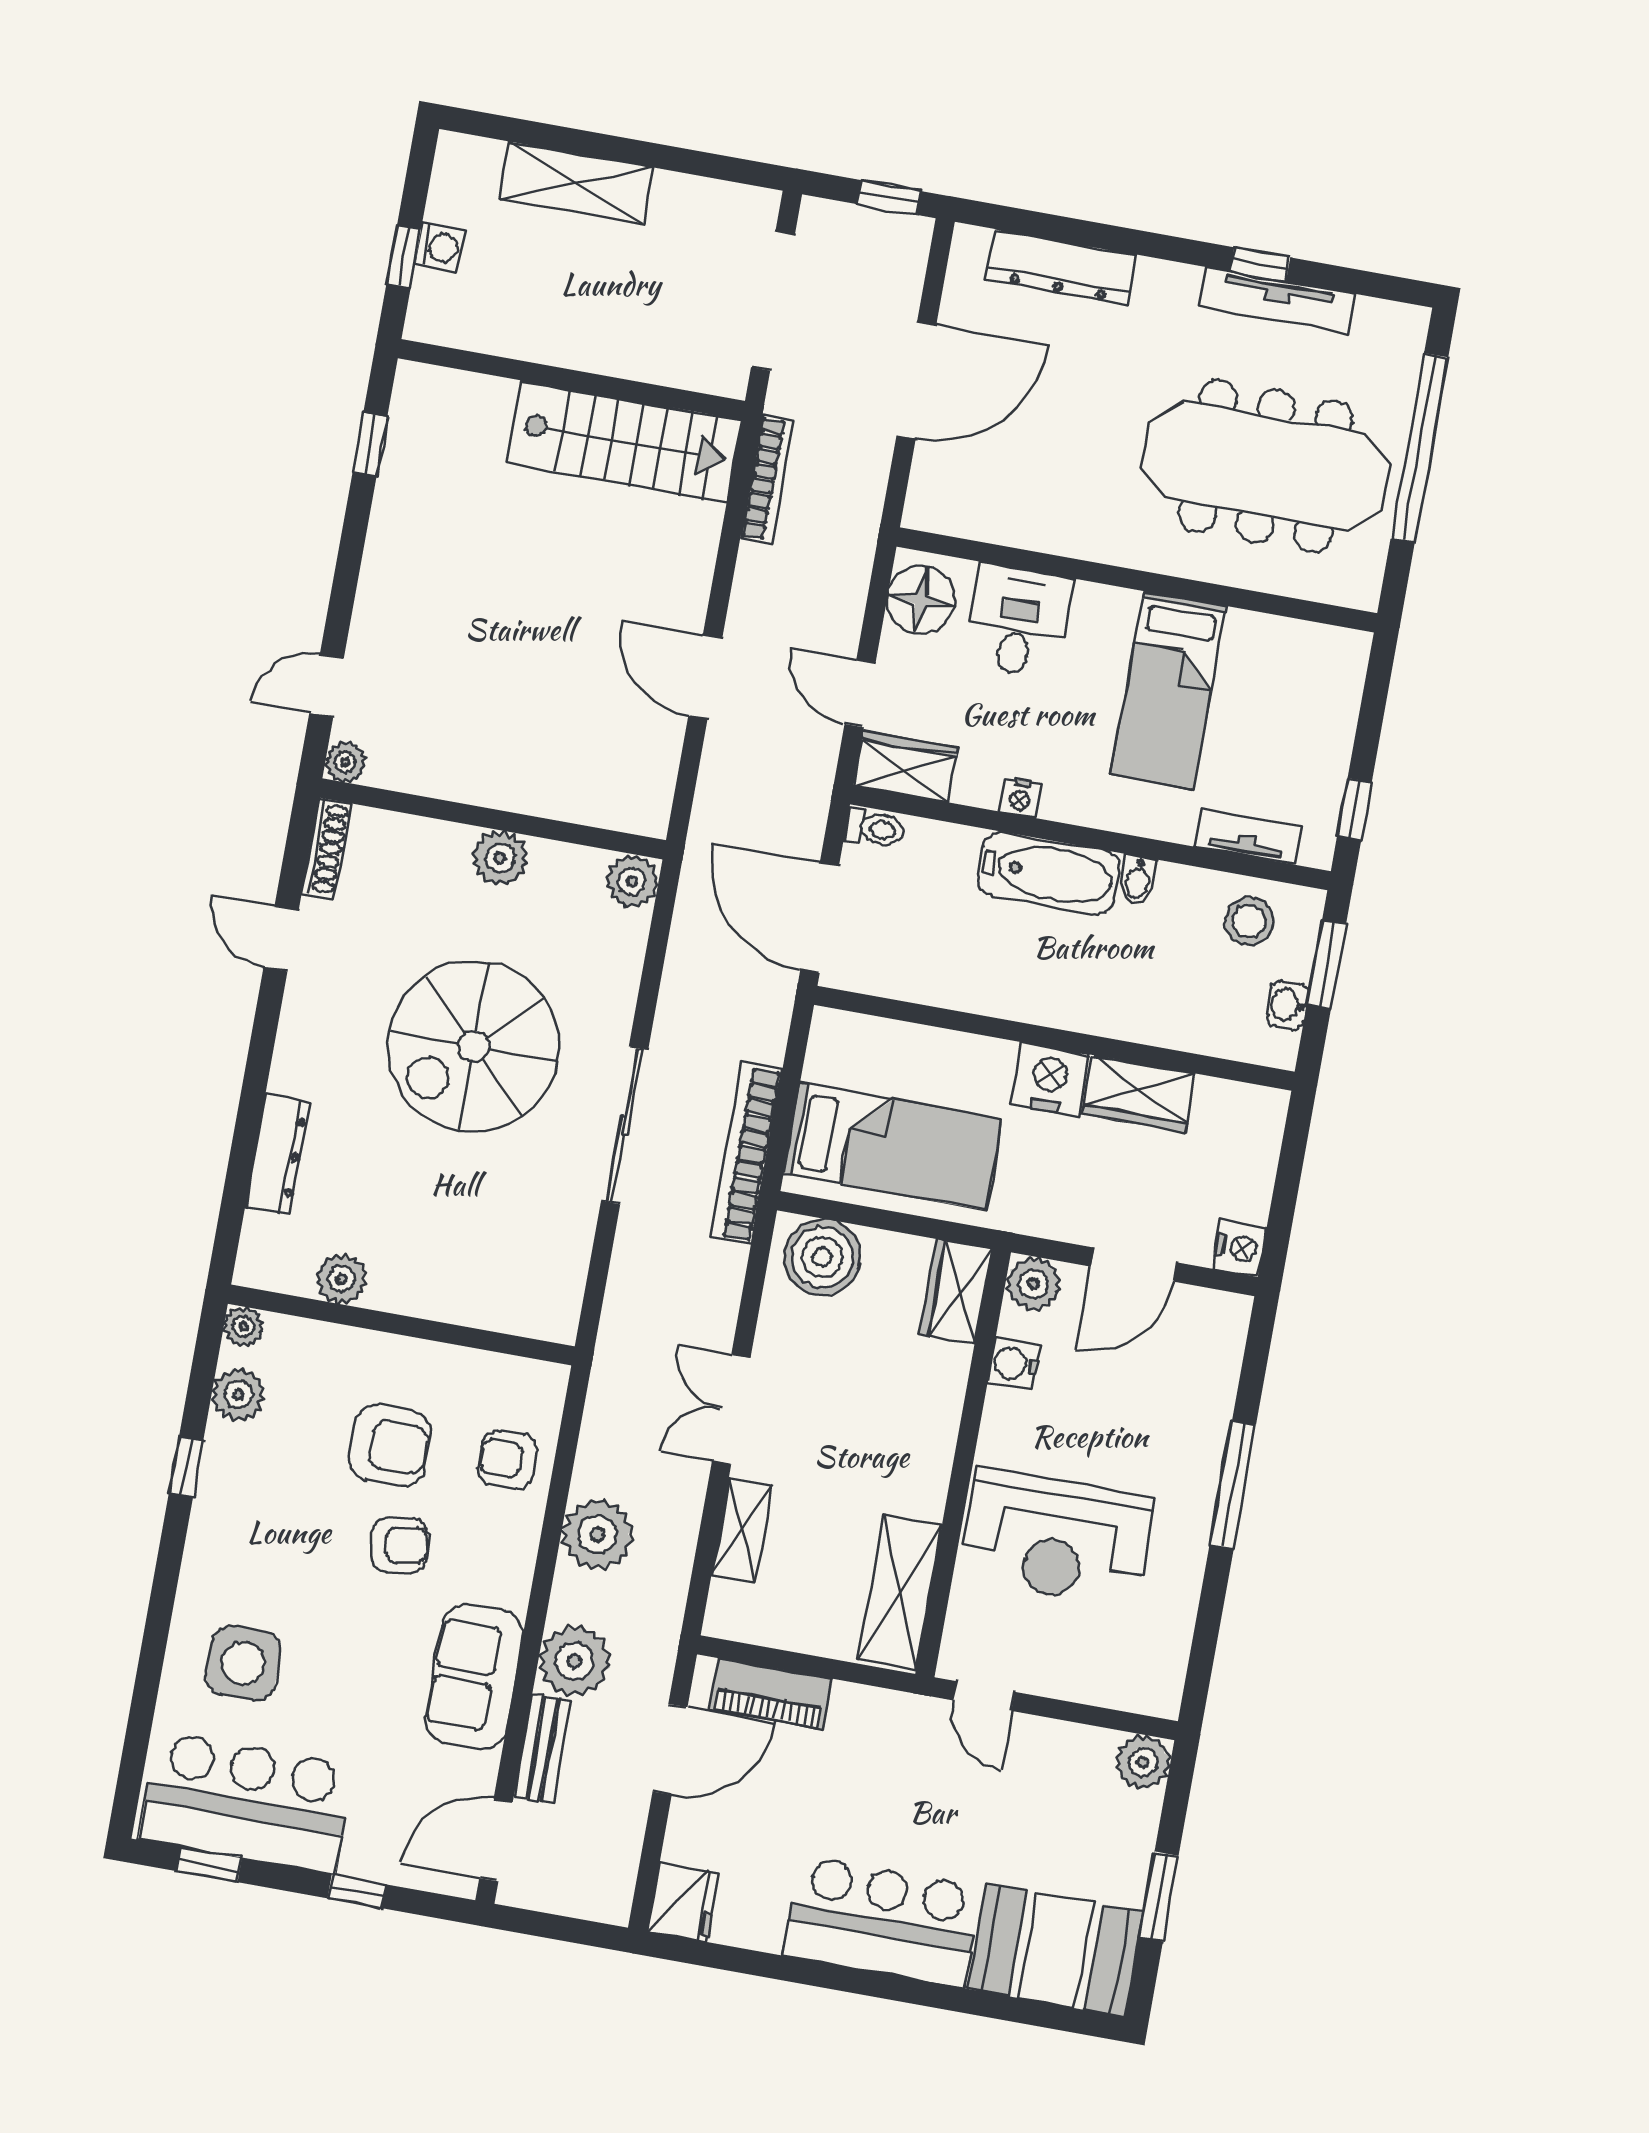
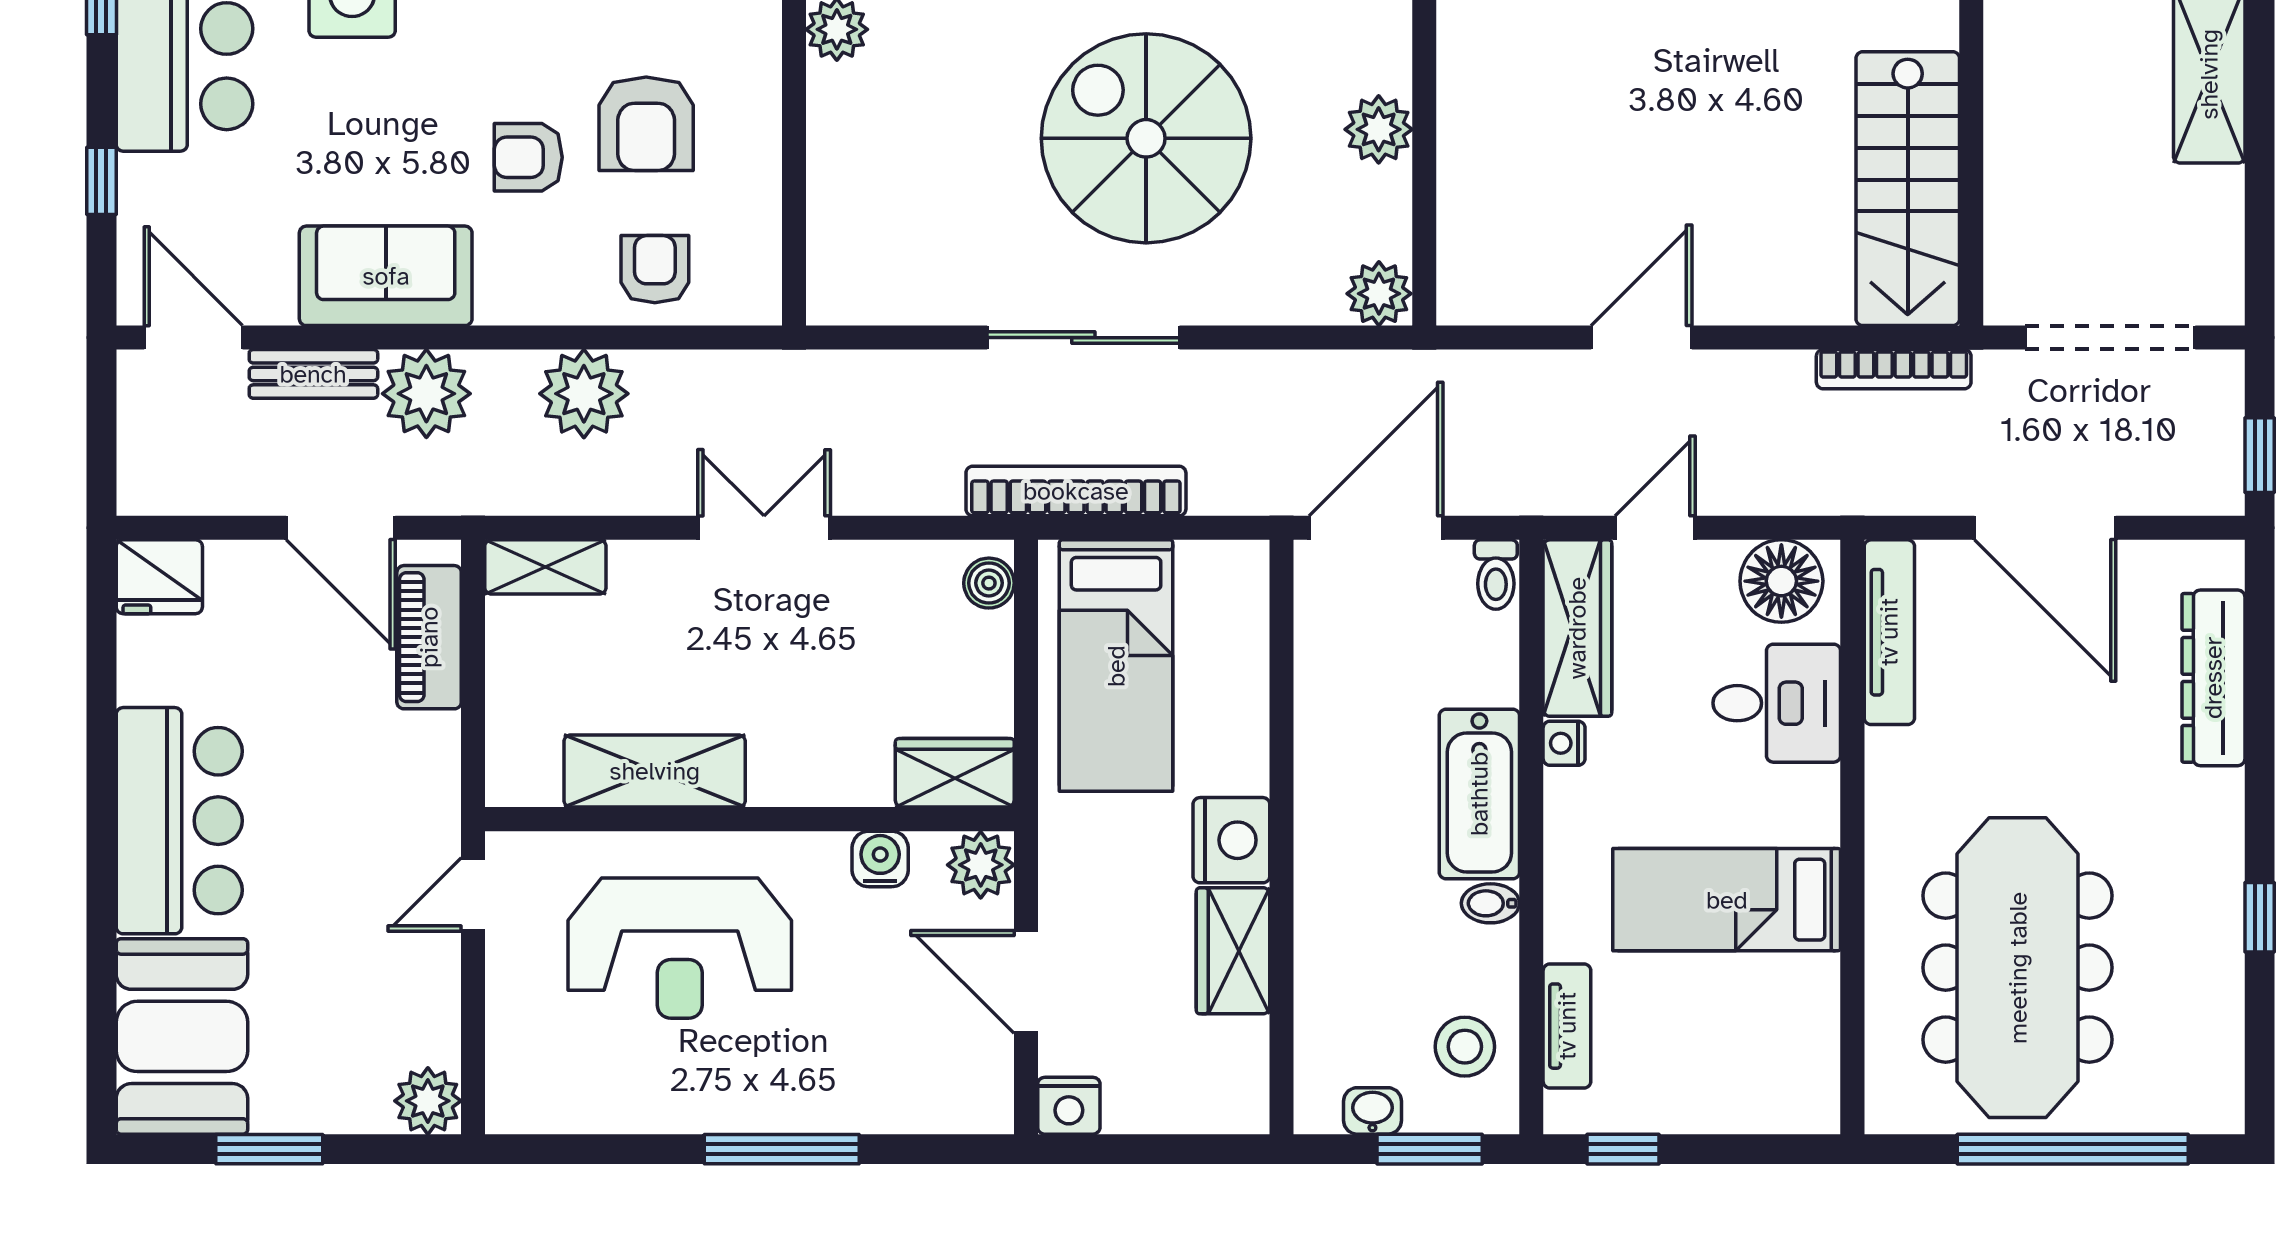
tv unit: (1277, 300) -> (1889, 632), moved, turned 180
wardrobe: (906, 766) -> (1577, 628), width x1.50
boiler: (822, 1257) -> (989, 583), width x0.54, depth x0.54
shelving: (742, 1530) -> (545, 567), moved
reception desk: (1057, 1538) -> (680, 948), turned -90
armchair: (400, 1545) -> (528, 157), turned 99
shelving: (900, 1592) -> (655, 771), moved

